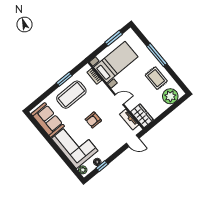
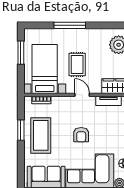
rug: (156, 78) -> (77, 65), moved, turned 90
door: (119, 100) -> (82, 95), hinge flipped

